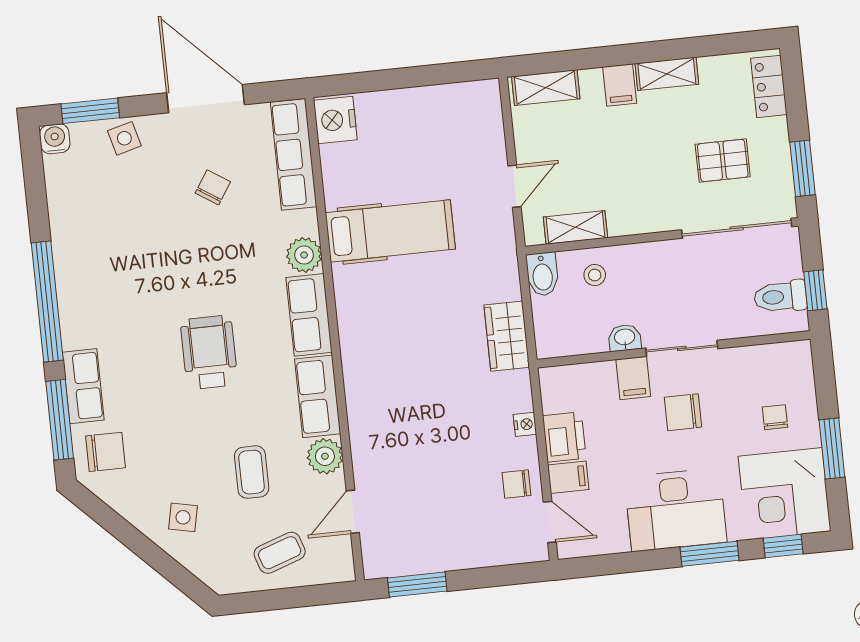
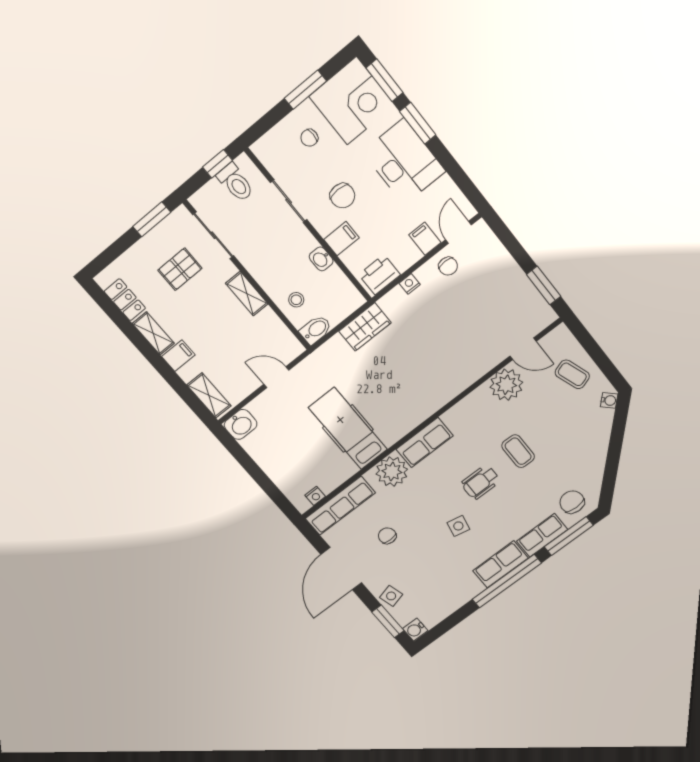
locker: (769, 86) -> (125, 300), moved, turned -90
washbasin: (483, 101) -> (241, 424), added
nightstand: (335, 120) -> (315, 496), width x0.53, depth x0.56
pallet: (723, 161) -> (180, 269), turned 90
chair: (213, 187) -> (387, 536), turned 57
shelving: (575, 227) -> (247, 294), moved
sliding door: (737, 228) -> (213, 235), width x0.73
plant: (304, 255) -> (392, 472), width x1.36, depth x1.36
sliding door: (682, 348) -> (289, 201), moved
wheelchair: (209, 352) -> (481, 482), width x0.73, depth x0.73
row of seats: (318, 396) -> (500, 564), moved, turned 180
printer: (564, 437) -> (379, 275), moved
plant: (325, 456) -> (506, 385), width x1.36, depth x1.36
coffee table: (252, 472) -> (518, 451), moved, turned 90
side table: (183, 517) -> (458, 526), moved
window: (783, 546) -> (384, 80), width x1.50
water cooler: (215, 578) -> (609, 400), added

